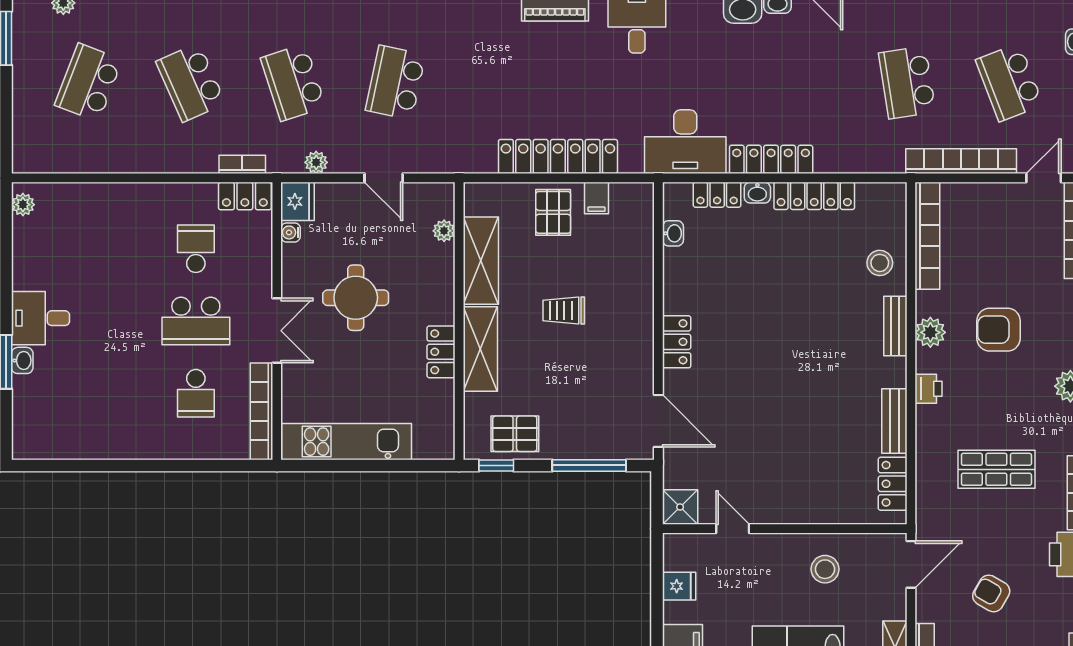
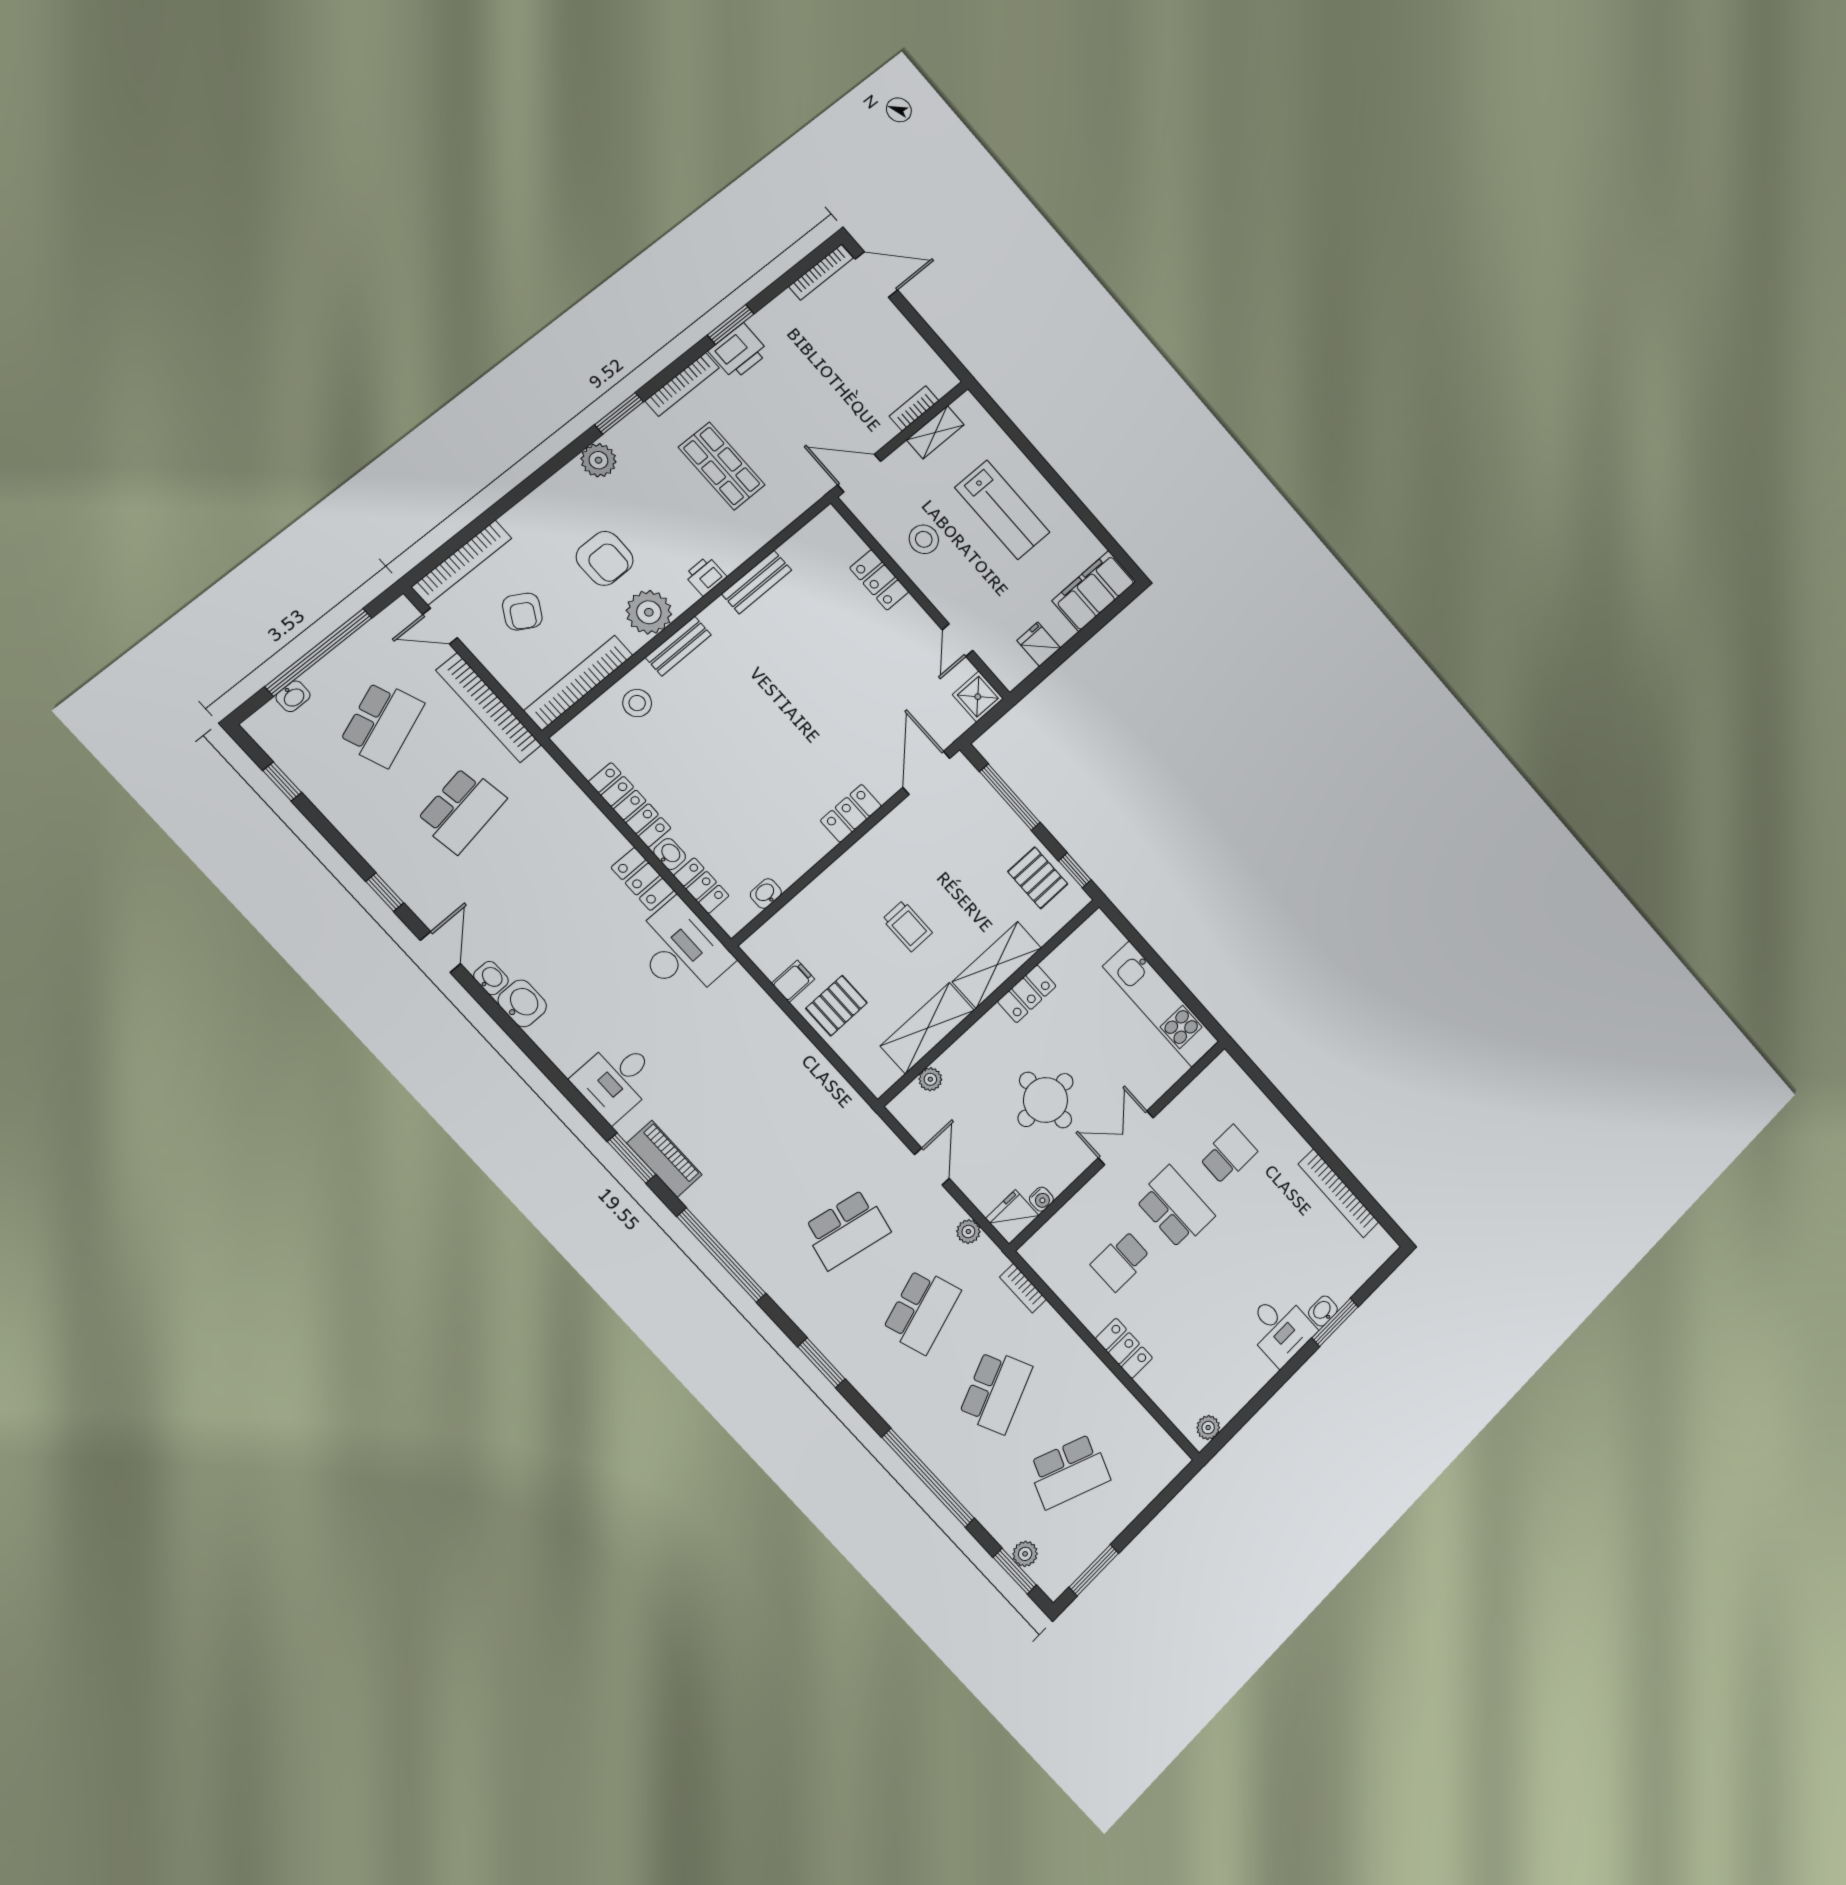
locker: (558, 156) -> (788, 1043), removed
locker: (771, 159) -> (643, 879), width x0.66
locker: (245, 196) -> (1124, 1348), moved
plant: (930, 332) -> (649, 612), width x1.36, depth x1.36
bookcase: (262, 411) -> (1339, 1193), moved, turned 90
locker: (893, 484) -> (879, 580), moved, turned 90
armchair: (991, 593) -> (522, 612), moved

